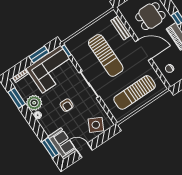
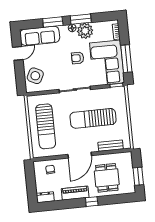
window: (39, 55) -> (126, 59), width x1.44
sun lounger: (135, 92) -> (46, 126), turned 180
window: (17, 98) -> (81, 19), moved
armchair: (67, 105) -> (78, 58), moved
sofa: (62, 144) -> (40, 36), width x1.36
window: (50, 148) -> (53, 22), moved

